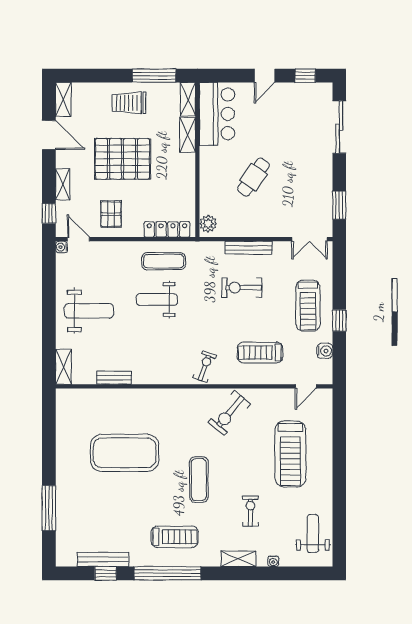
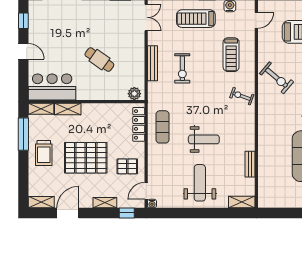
pallet: (122, 159) -> (86, 158), turned 90
weight bench: (157, 300) -> (204, 139), moved, turned -90
treadmill: (308, 306) -> (196, 19), turned 180
door: (306, 386) -> (256, 20), hinge flipped

